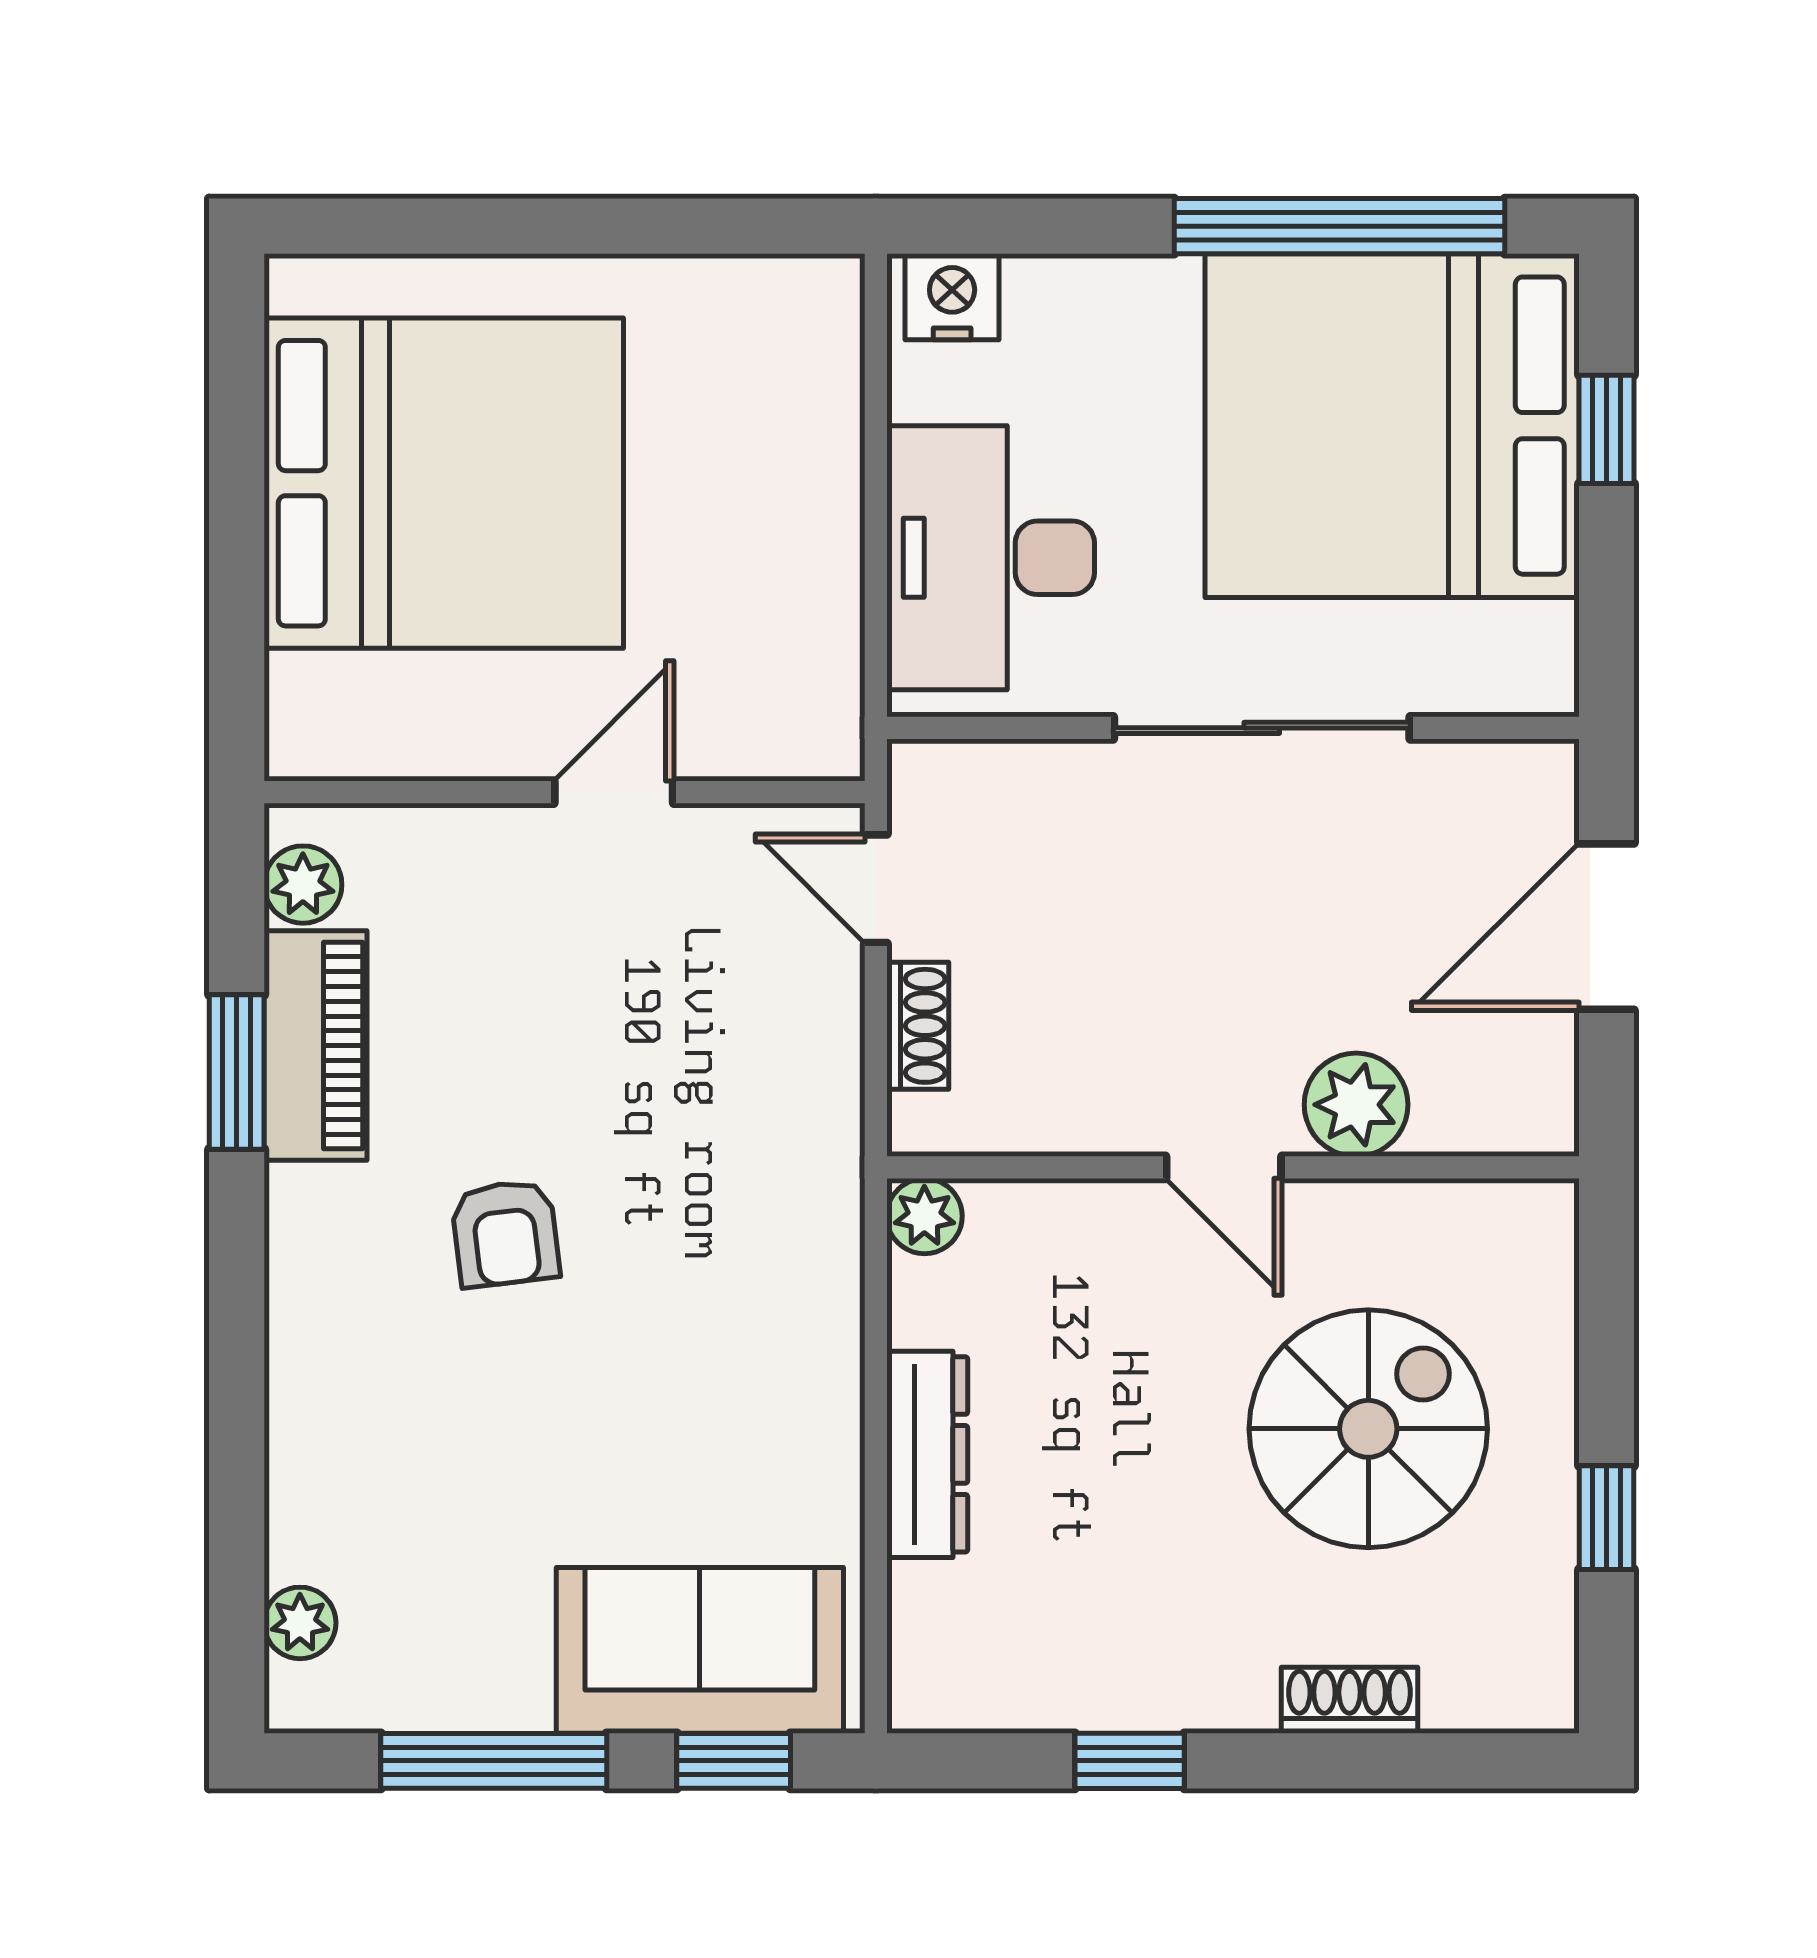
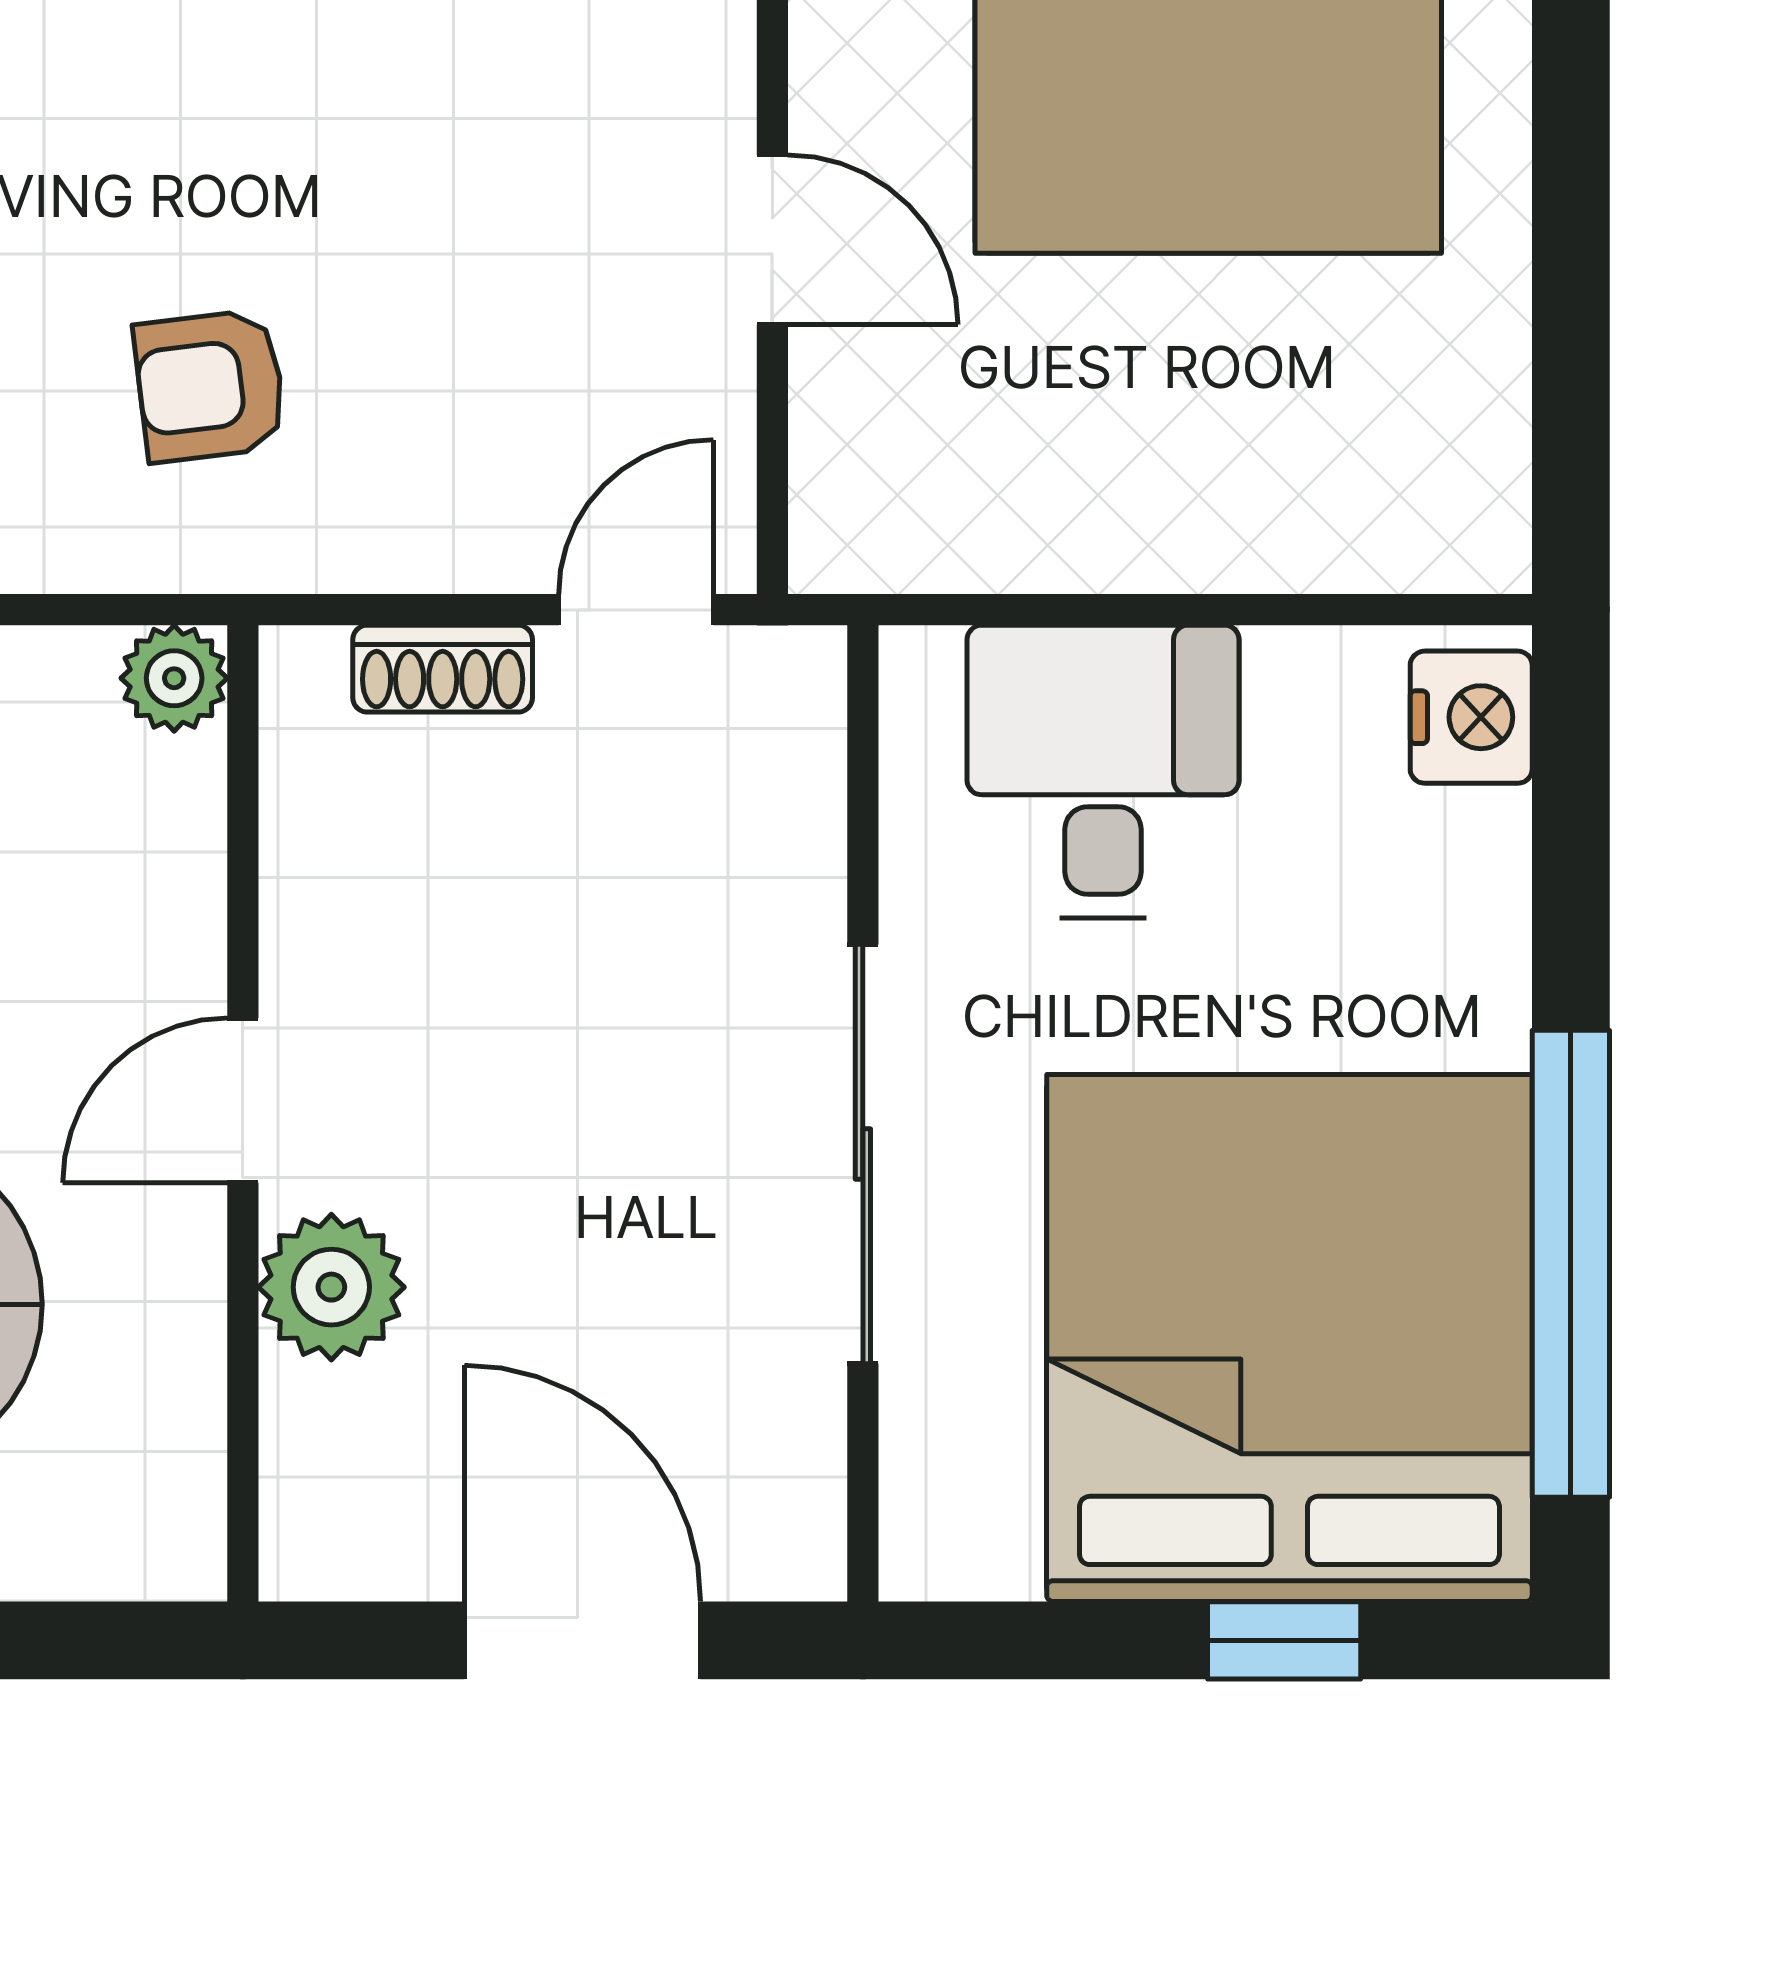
desk: (991, 558) -> (1103, 771), width x0.73
armchair: (505, 1233) -> (210, 386), moved

